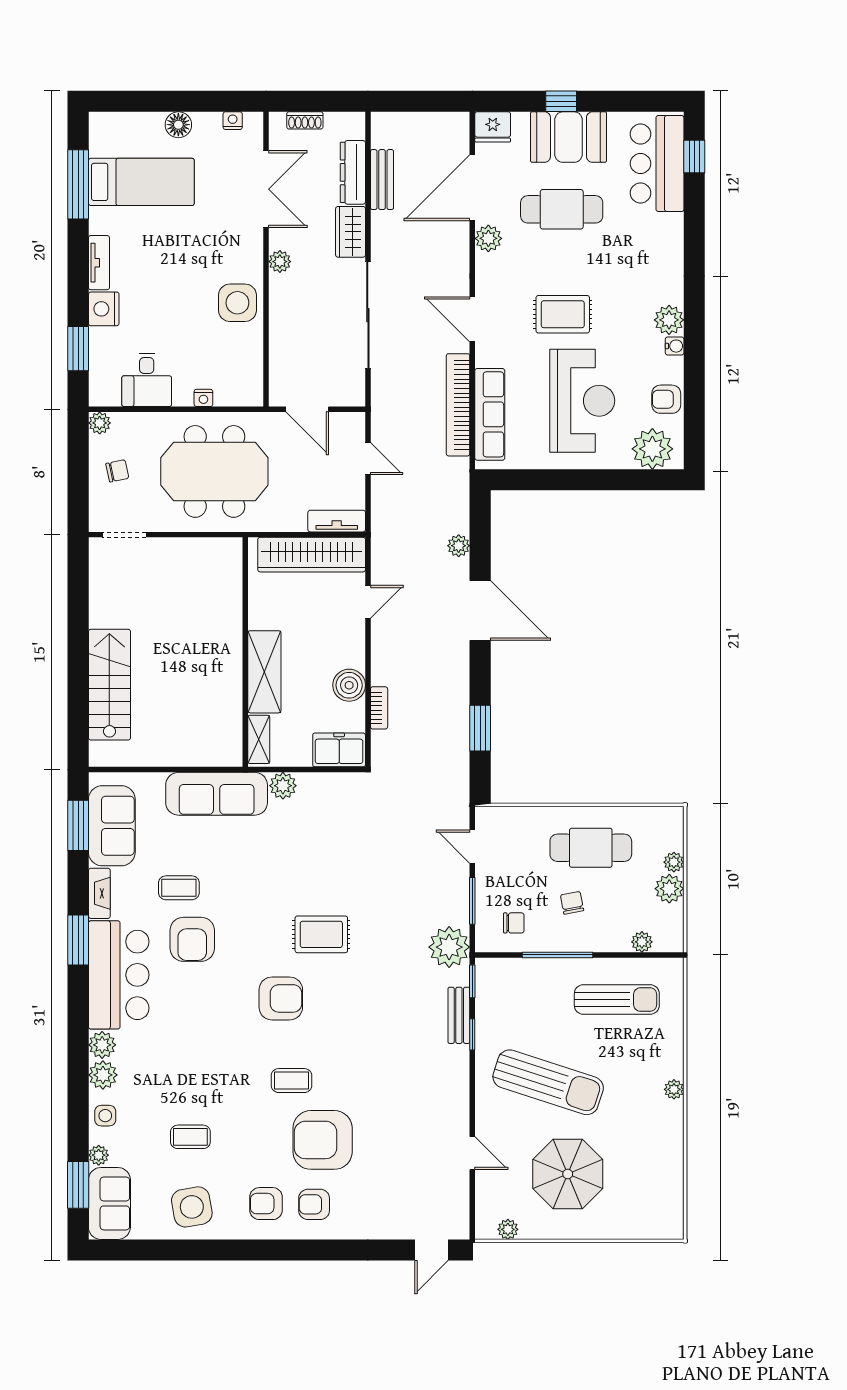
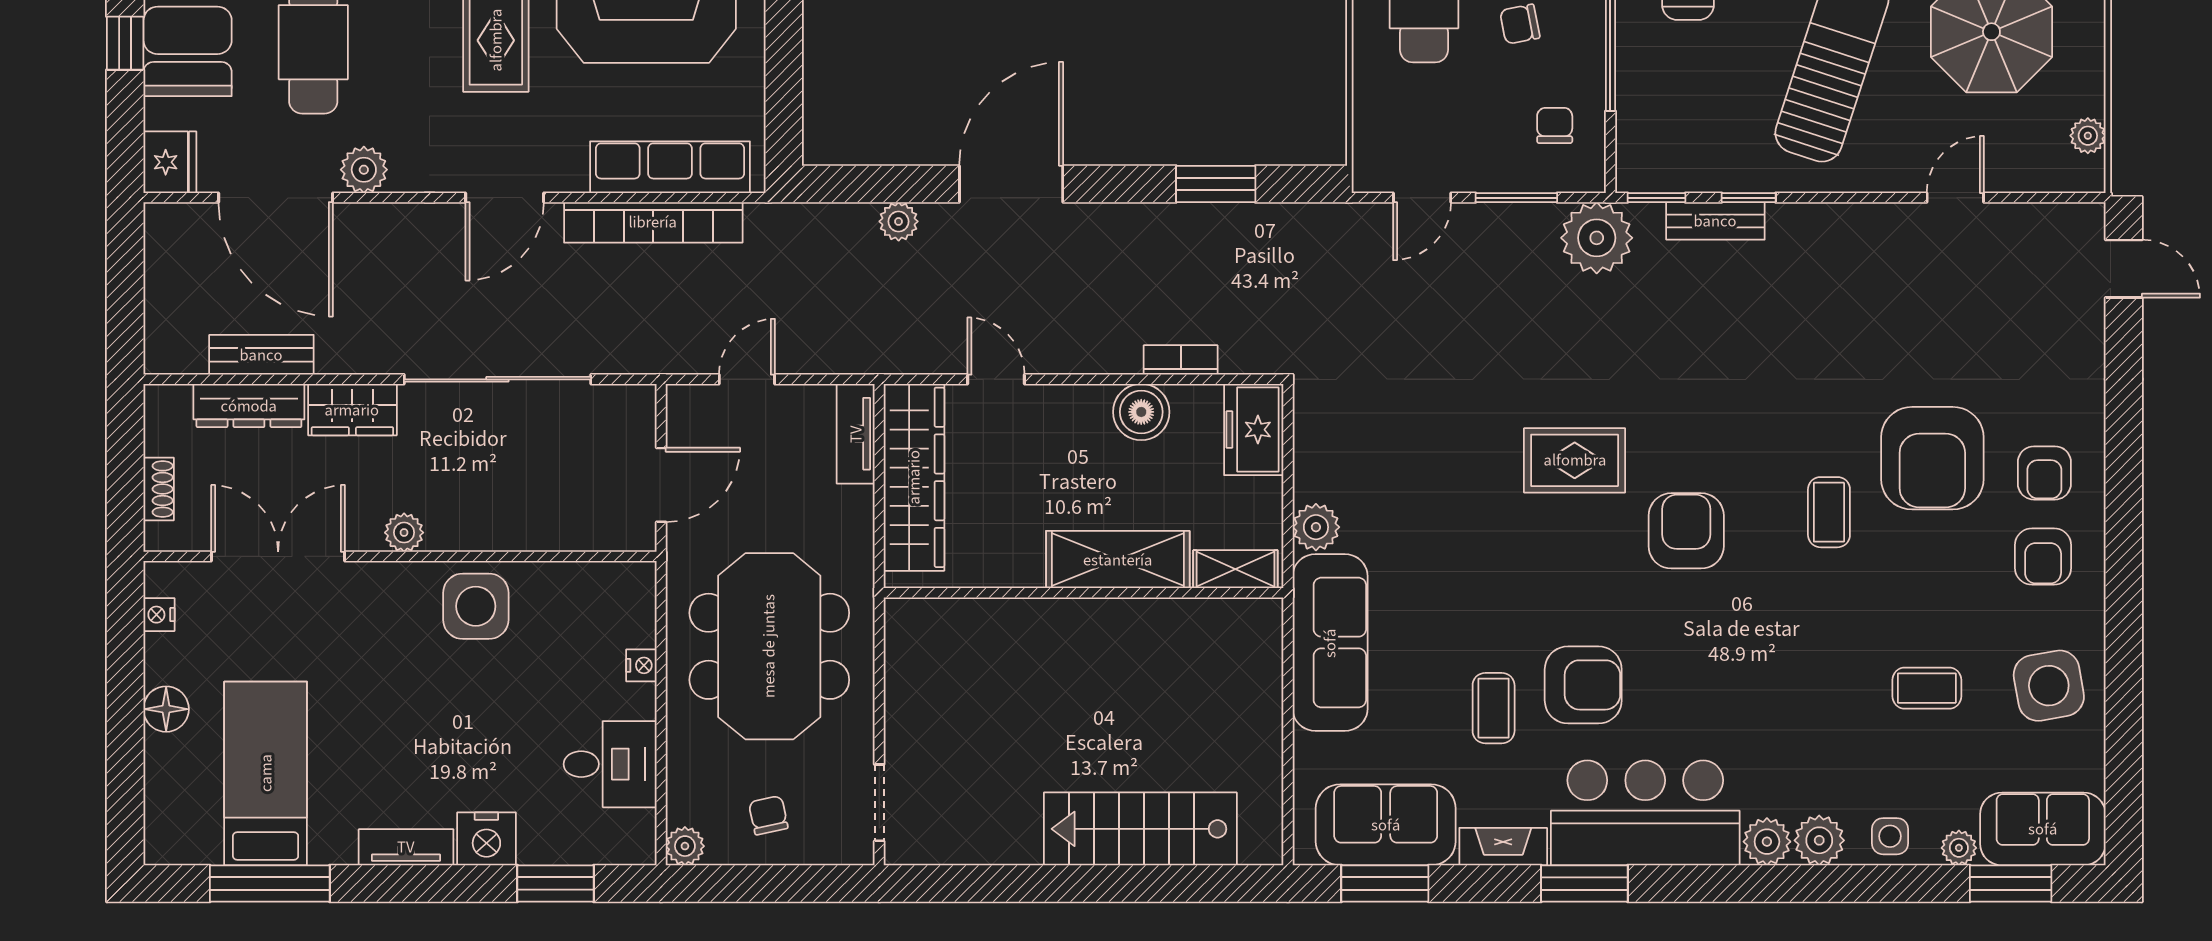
rug: (321, 934) -> (1575, 460), turned 90
coffee table: (190, 1137) -> (1927, 688), turned 90

